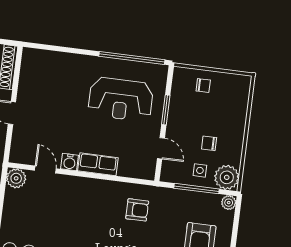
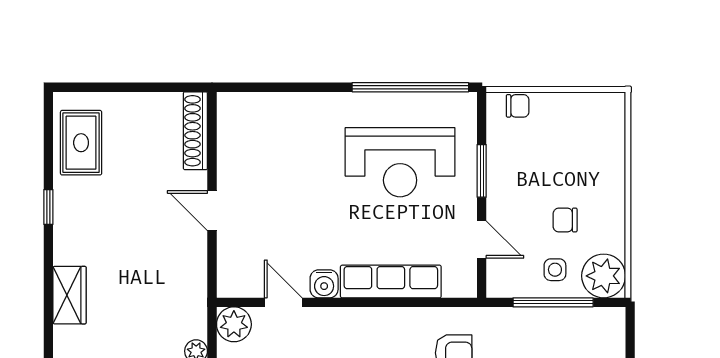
chair: (203, 86) -> (518, 106), moved
row of seats: (98, 164) -> (391, 282), width x1.48
plant: (229, 203) -> (613, 320), removed

